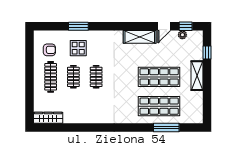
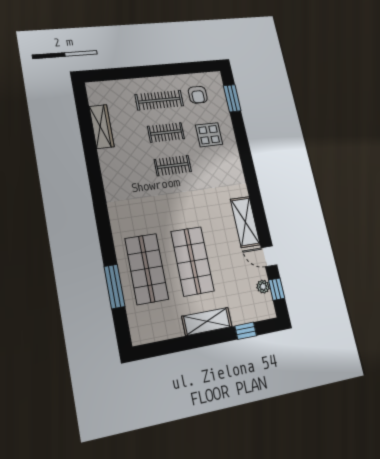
window: (78, 26) -> (232, 98), moved
wardrobe: (48, 118) -> (102, 127), moved

